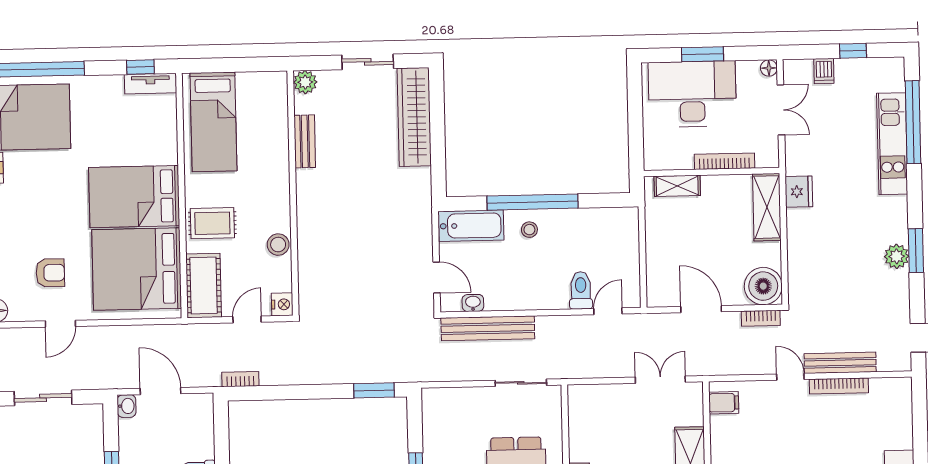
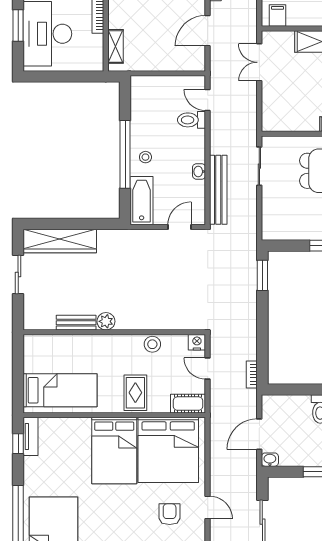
plant: (305, 82) -> (106, 321), moved
cot: (204, 286) -> (188, 404), width x0.73, depth x0.75
washbasin: (473, 303) -> (199, 171), moved

